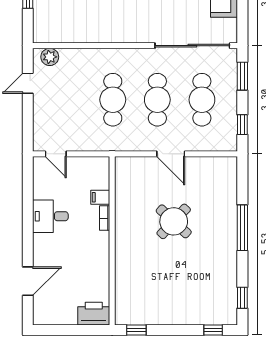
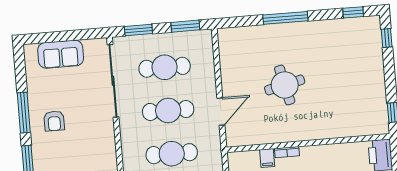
window: (242, 125) -> (185, 26), width x1.50
door: (171, 154) -> (221, 112), moved
round table: (174, 221) -> (285, 85), turned 34

